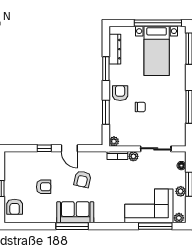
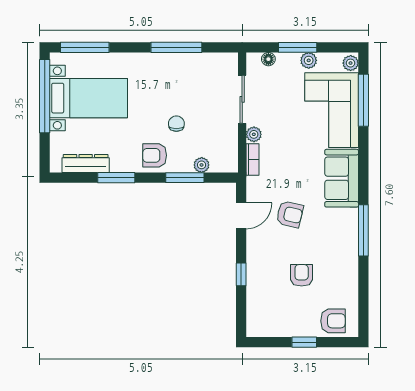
plant: (114, 141) -> (202, 165), moved
door: (69, 148) -> (241, 216), moved
sofa: (75, 212) -> (342, 178), moved

